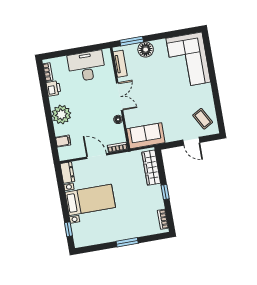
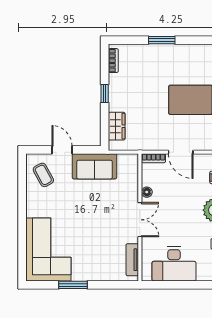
window: (132, 41) -> (73, 285), moved
floor lamp: (146, 50) -> (98, 272), removed
double door: (120, 97) -> (140, 220), swing flipped
sofa: (146, 136) -> (94, 166), moved
wardrobe: (151, 168) -> (117, 126), width x0.67

